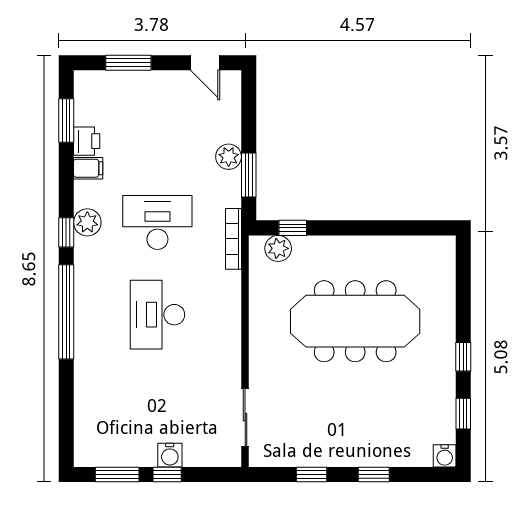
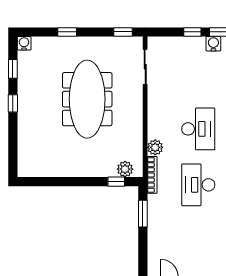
plant: (229, 157) -> (155, 147), moved
desk: (157, 222) -> (198, 185), turned 90
meeting table: (355, 321) -> (87, 99), moved, turned 90
water cooler: (170, 455) -> (213, 44), moved
window: (311, 474) -> (123, 32), moved

